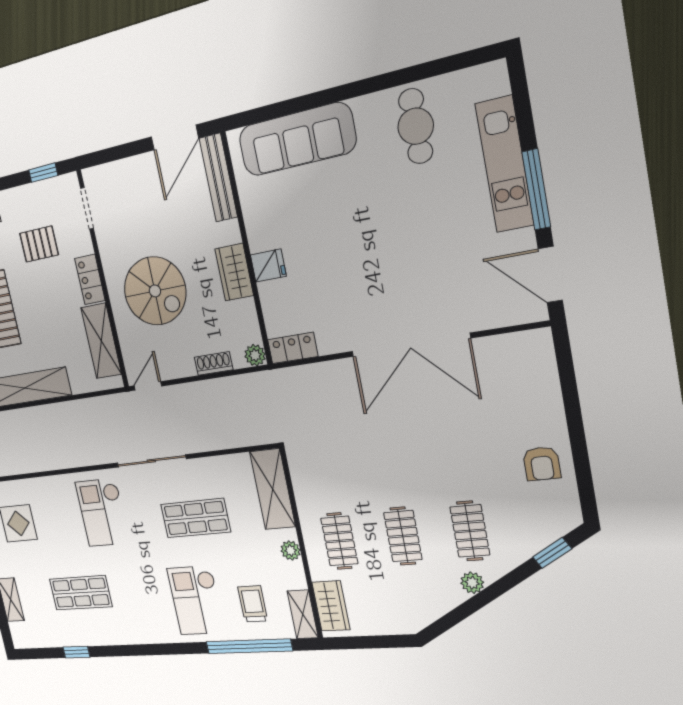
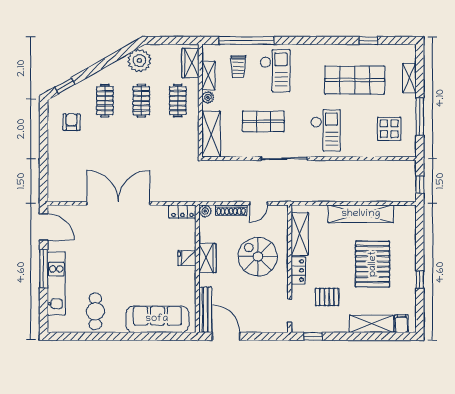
door: (175, 138) -> (226, 336), hinge flipped
shoe rack: (214, 364) -> (231, 210), width x1.43
door: (148, 386) -> (259, 203), moved
armchair: (542, 464) -> (71, 122), moved
plant: (472, 583) -> (139, 61), moved, width x1.87, depth x1.87
shop shelf: (81, 593) -> (355, 80), width x1.43, depth x1.36
shelving: (303, 614) -> (208, 76), moved

